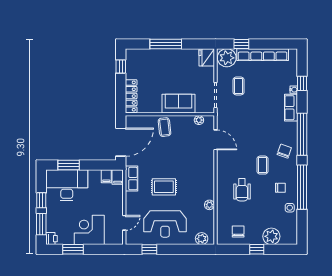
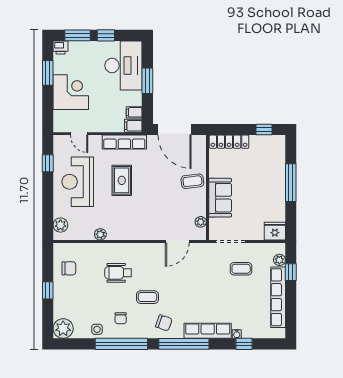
plant: (227, 58) -> (279, 260), width x0.53, depth x0.53
row of seats: (291, 108) -> (208, 331), width x1.48
window: (69, 165) -> (147, 81), moved
row of seats: (131, 179) -> (124, 142), width x1.48
plant: (271, 236) -> (63, 328), moved

